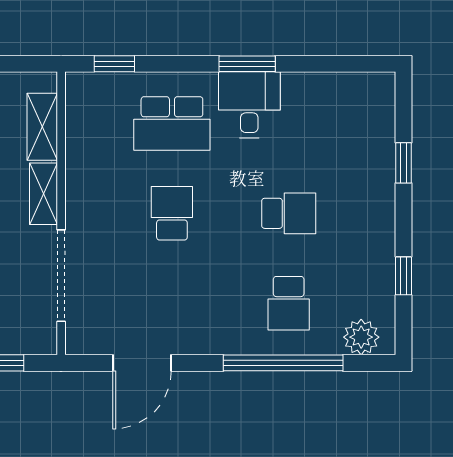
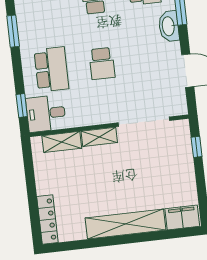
desk: (249, 105) -> (46, 113), moved
school desk: (172, 213) -> (102, 64), turned -90
washbasin: (224, 339) -> (169, 26), added

